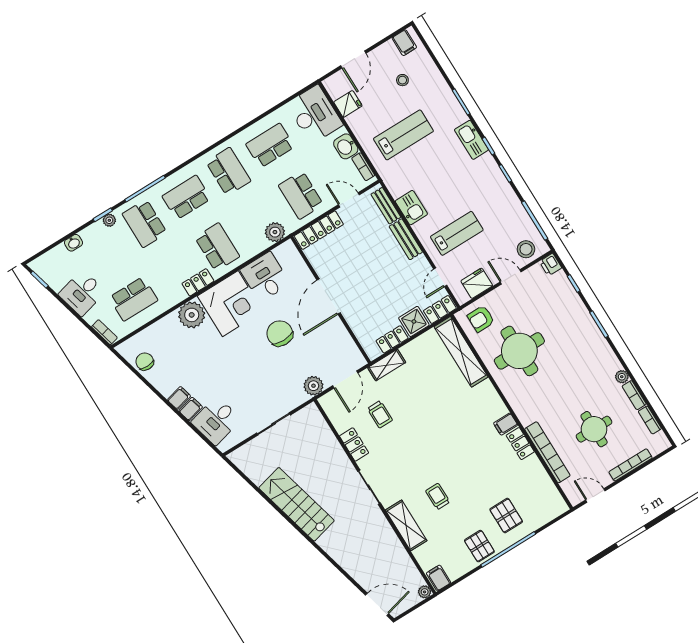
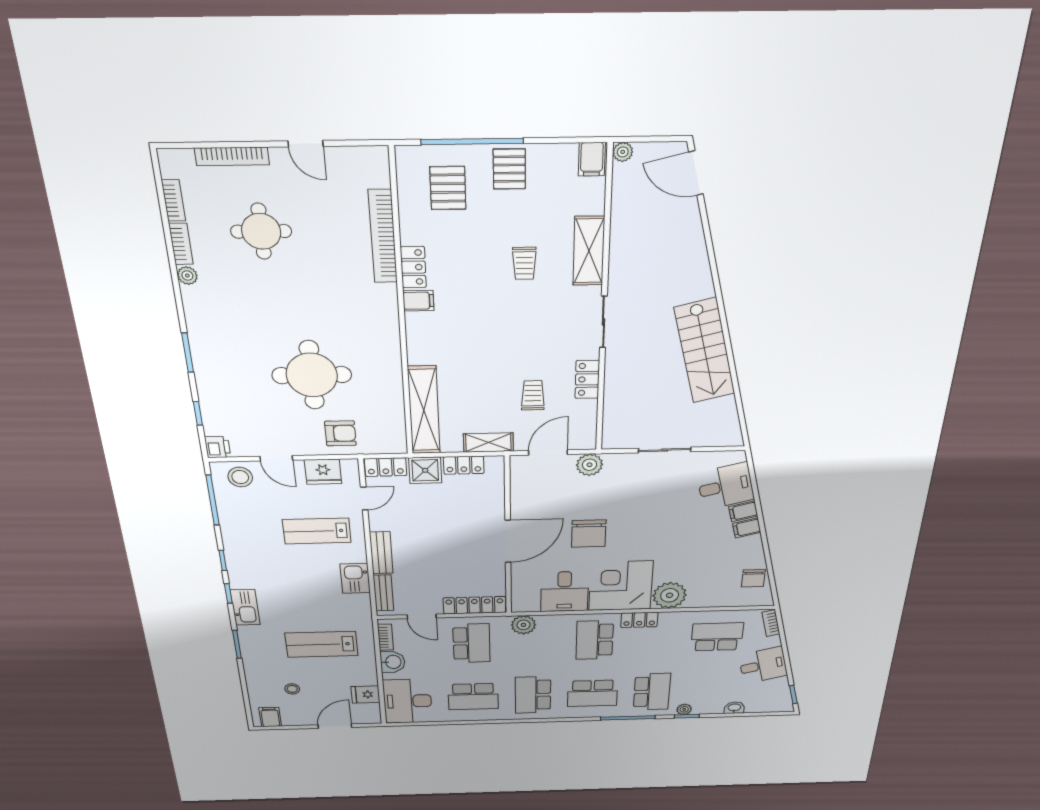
shelving: (461, 352) -> (424, 410), moved
wall: (512, 412) -> (401, 311), moved
filing cabinet: (506, 424) -> (418, 301), moved
locker: (520, 444) -> (413, 267), moved
bookcase: (547, 452) -> (383, 237), moved

